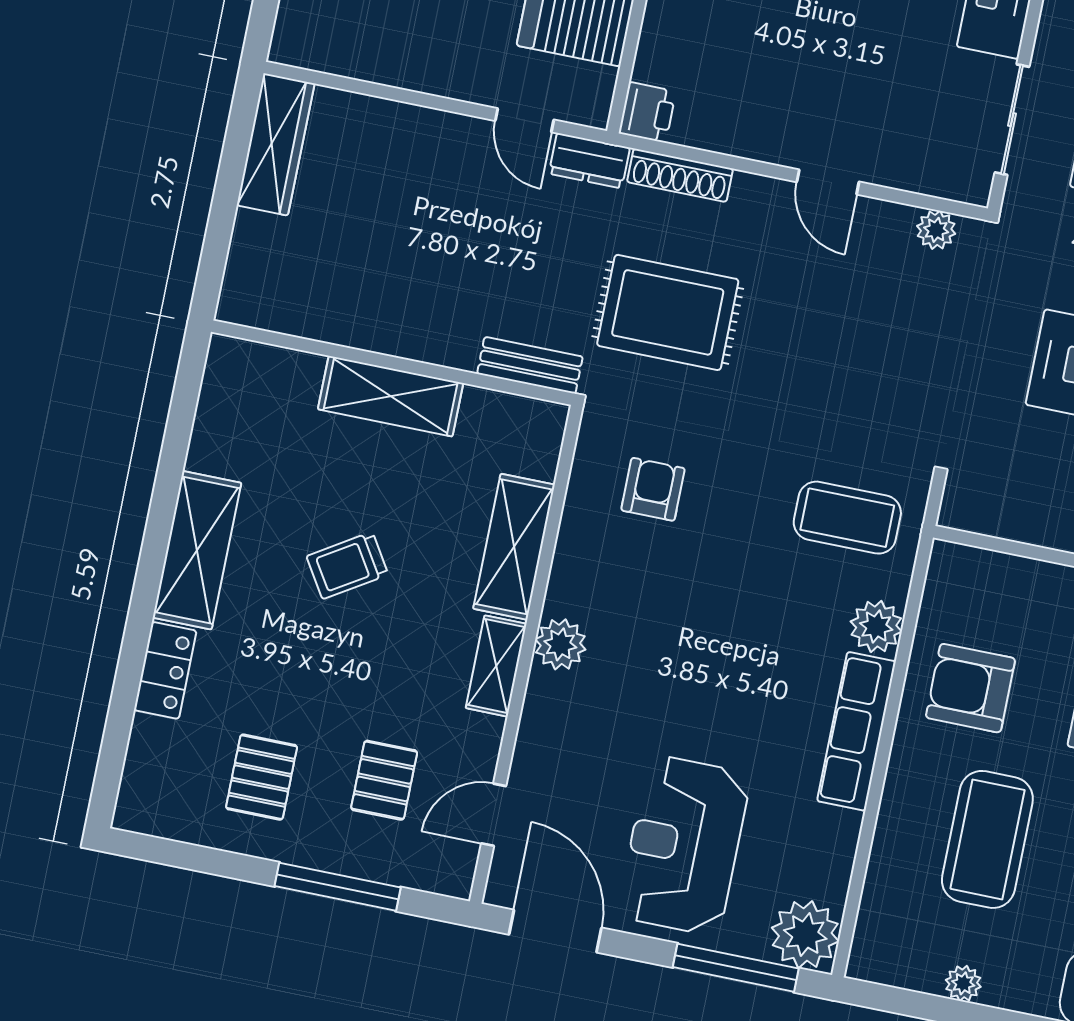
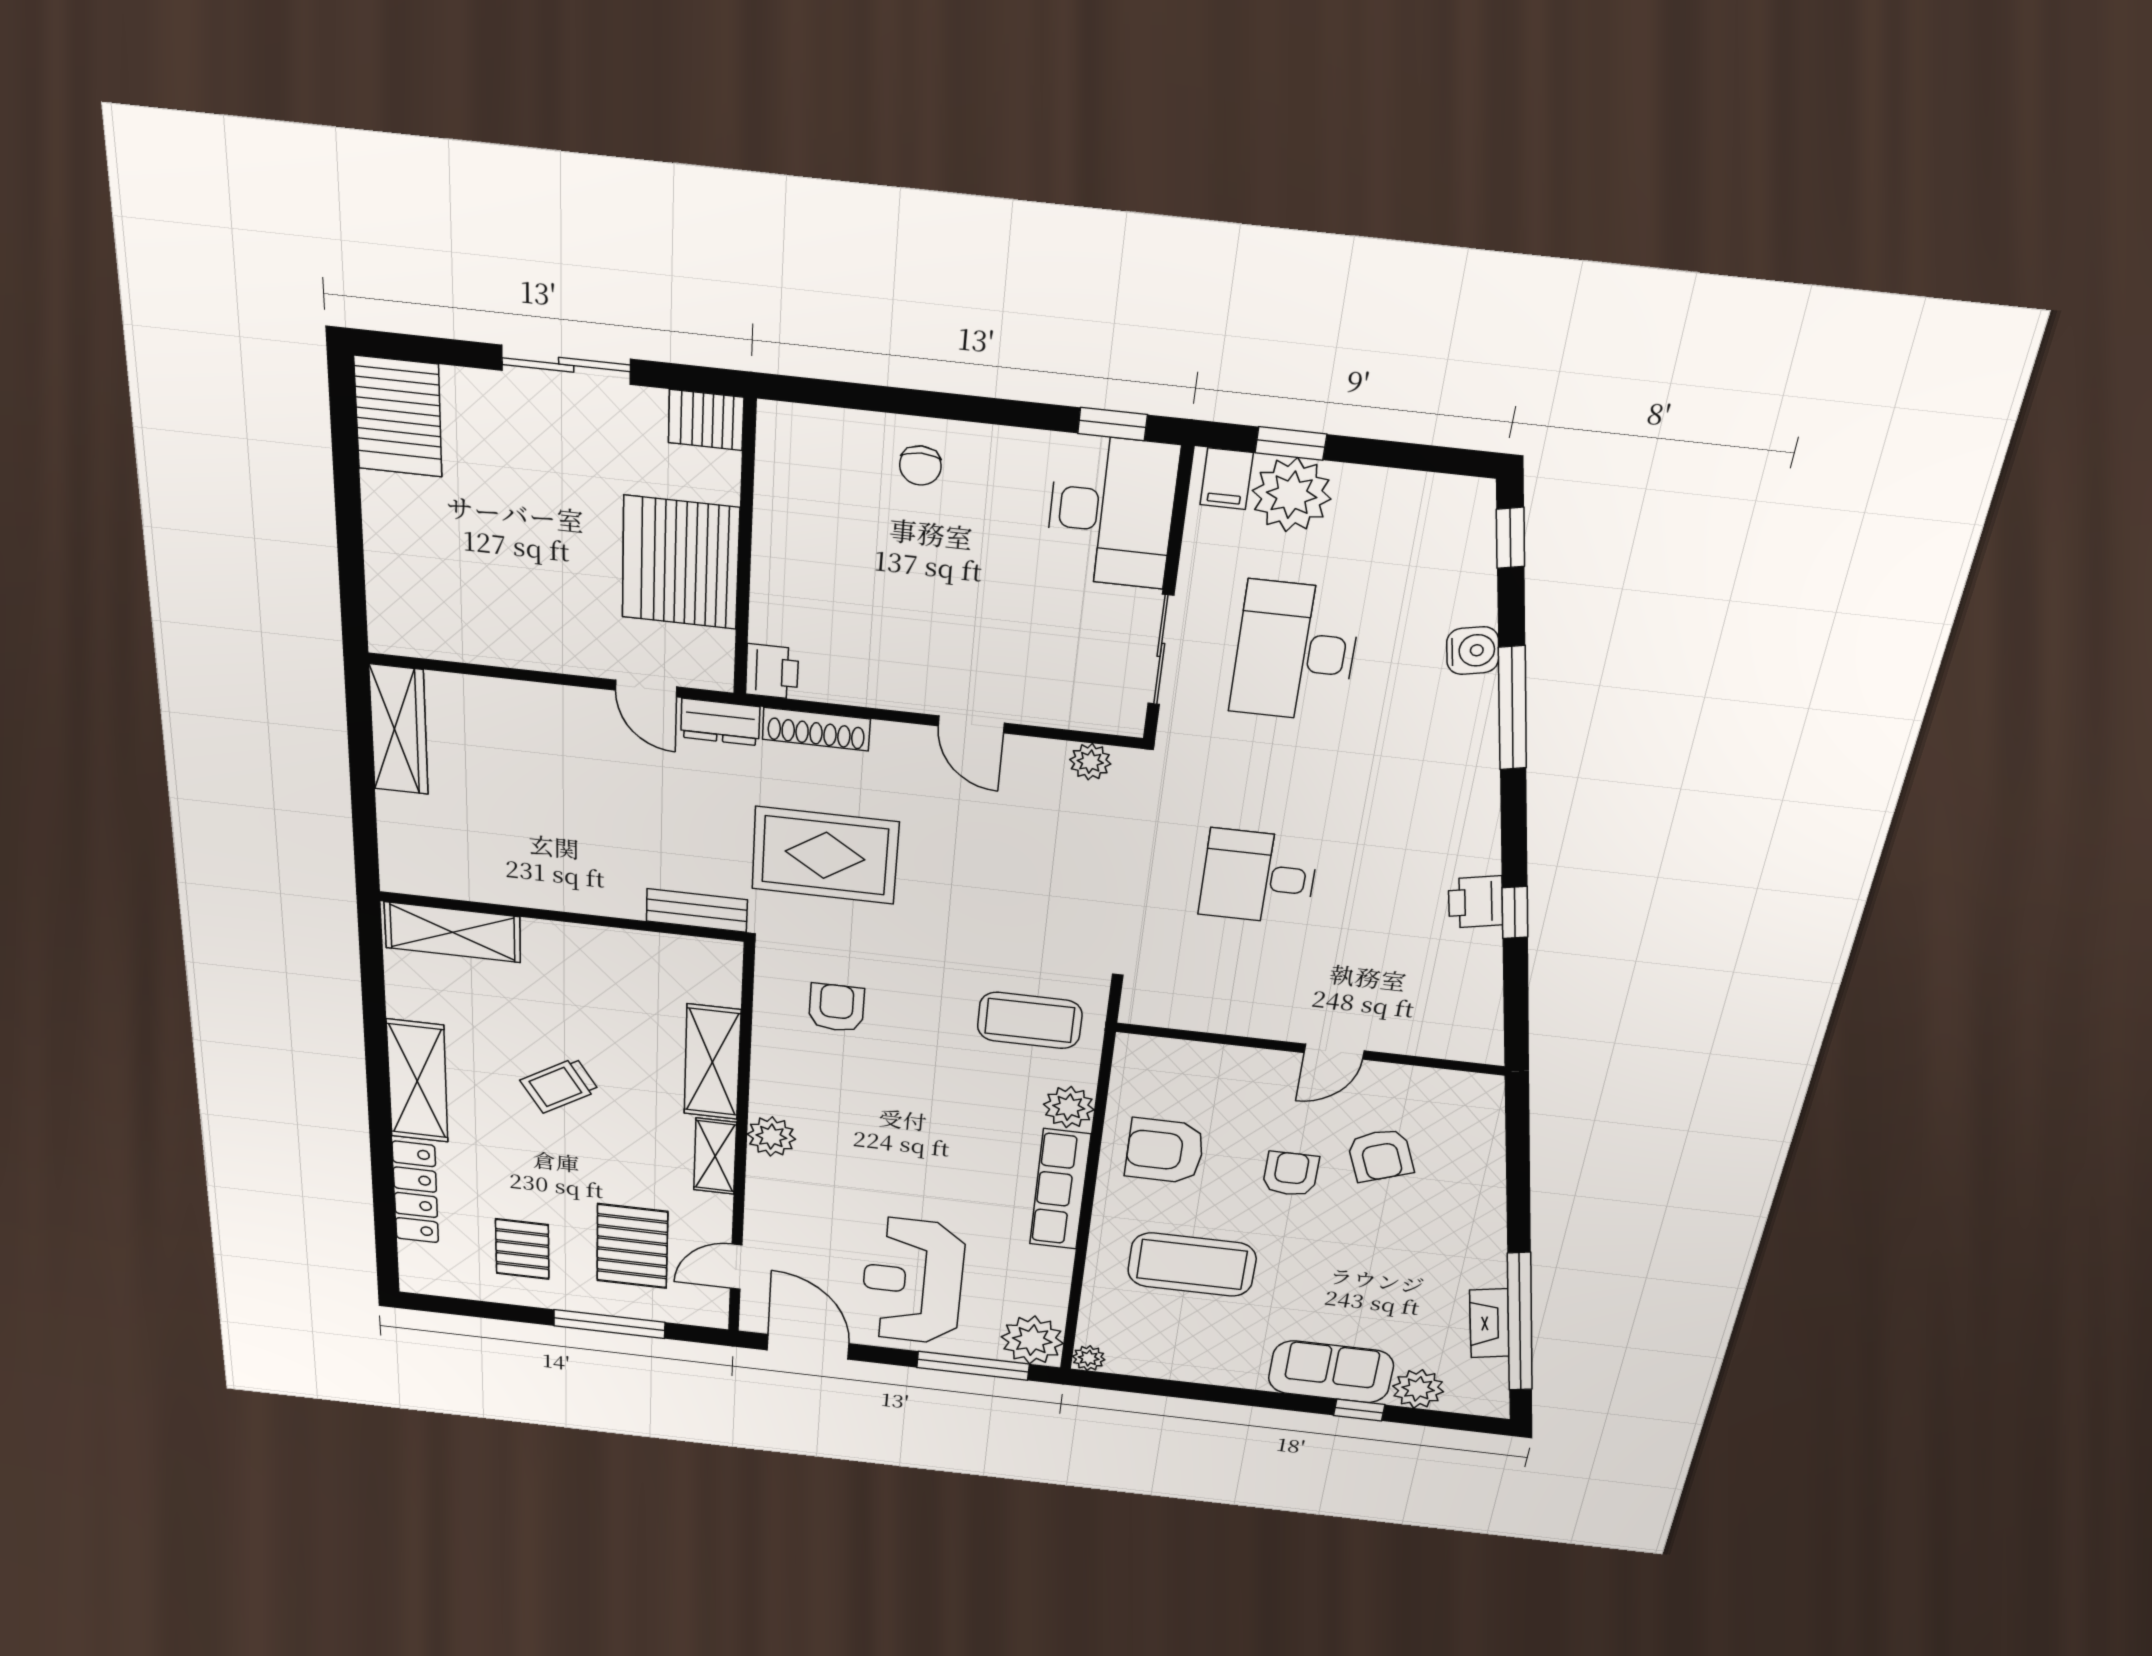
shelving: (391, 396) -> (453, 932), moved
locker: (165, 670) -> (415, 1192), width x1.53
pallet: (384, 780) -> (632, 1246), width x1.50, depth x1.42
coffee table: (987, 839) -> (1192, 1265), turned 90
plant: (963, 983) -> (1089, 1358), moved

